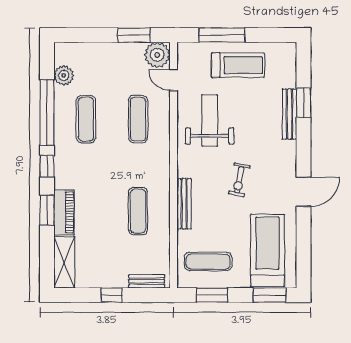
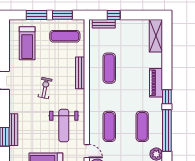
window: (47, 210) -> (167, 69), removed
piano: (64, 212) -> (156, 83), moved
treadmill: (267, 250) -> (27, 43), width x0.73, depth x0.73
window: (112, 295) -> (114, 15), moved
window: (270, 295) -> (36, 15), moved

